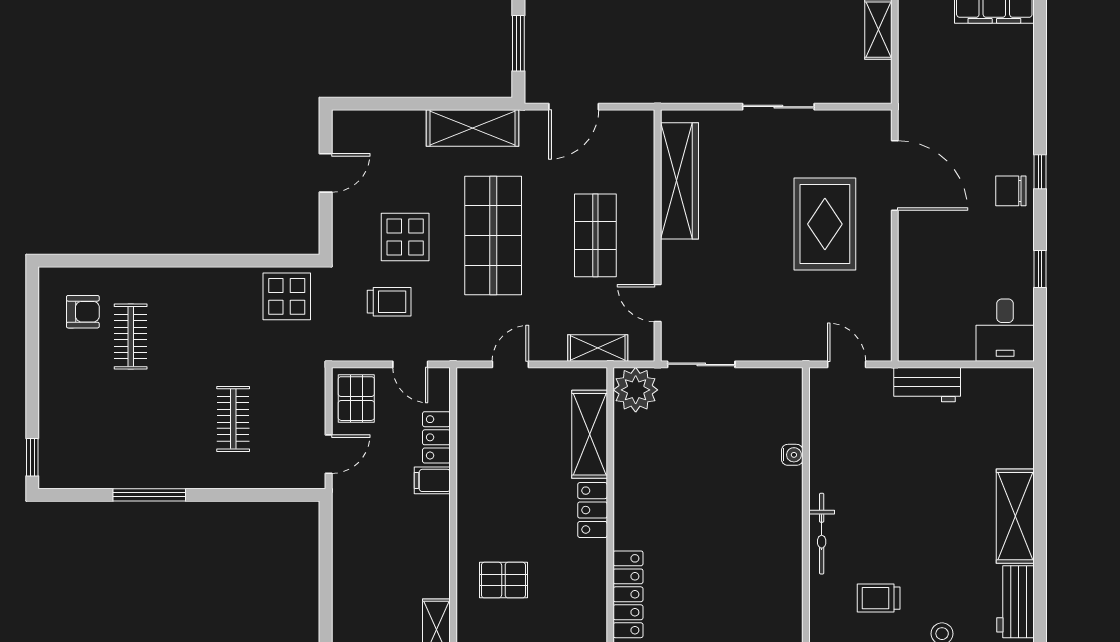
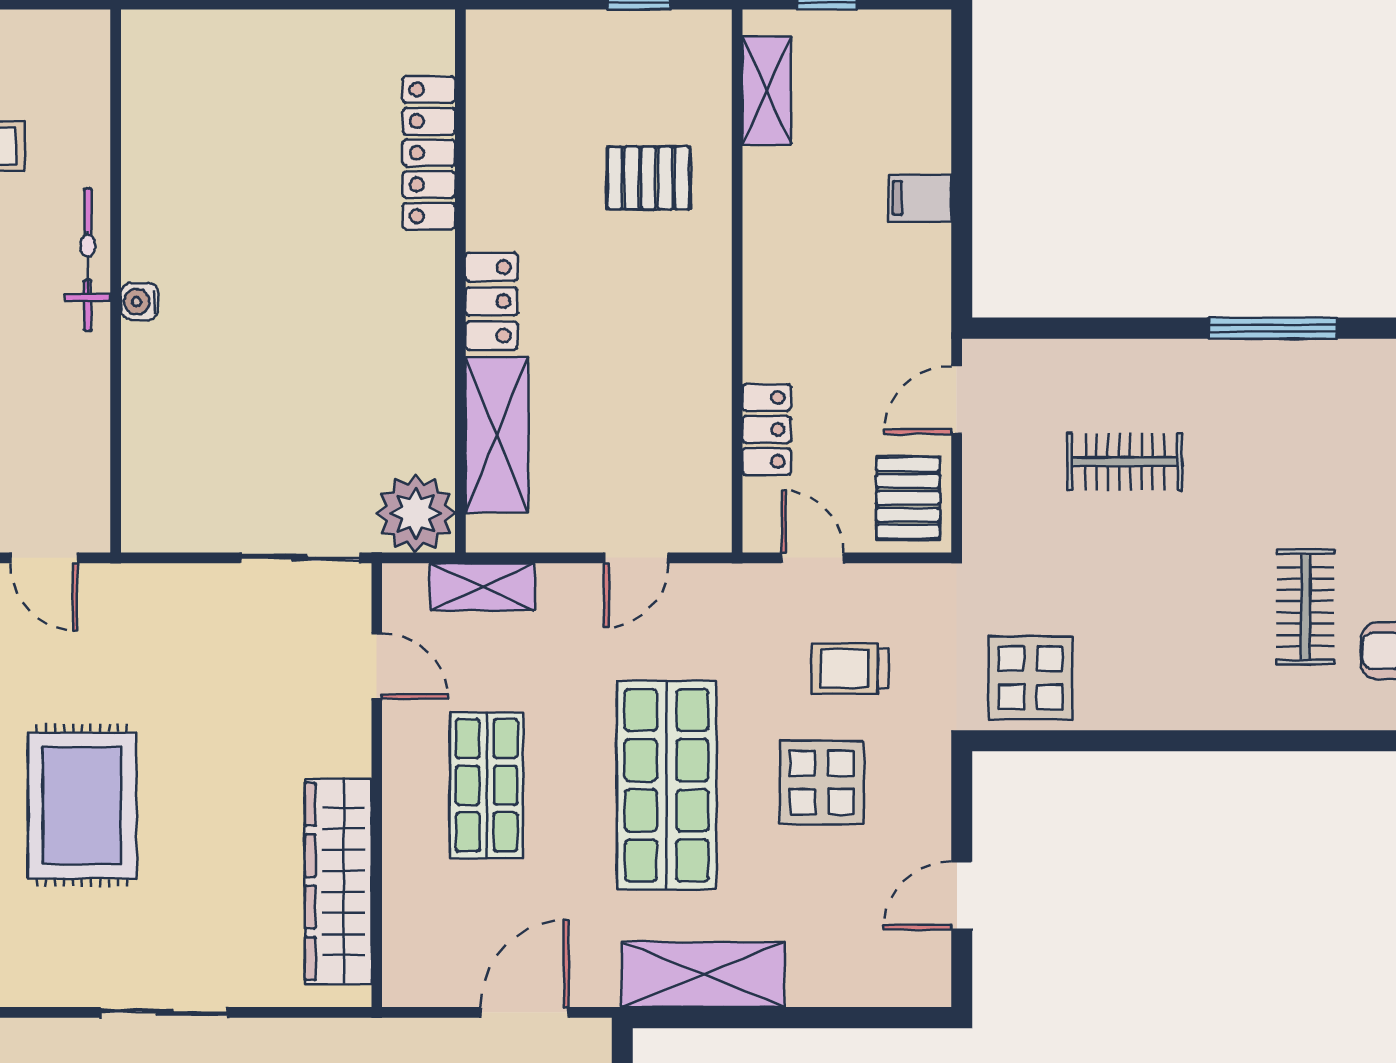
clothes rail: (233, 419) -> (1125, 462), turned 90
water cooler: (792, 455) -> (140, 302), moved
filing cabinet: (432, 480) -> (920, 198), moved, turned 180

